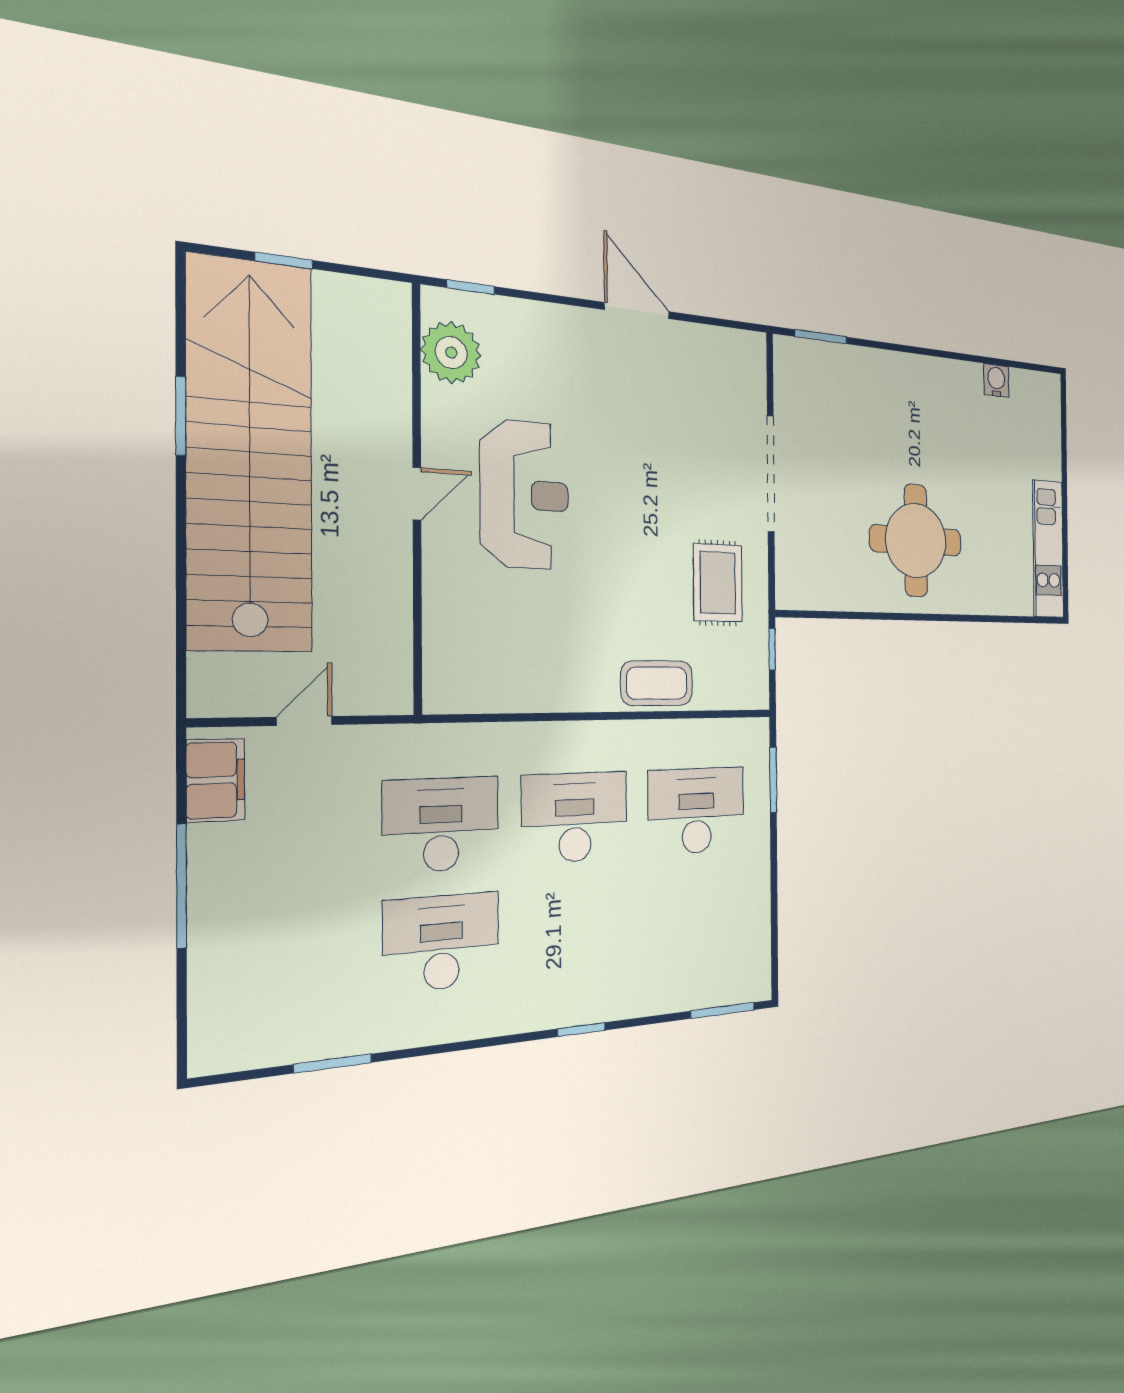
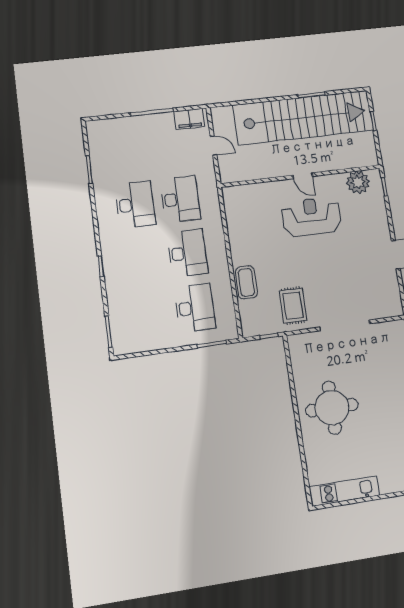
reception desk: (525, 495) -> (311, 217), turned 180
rug: (718, 583) -> (293, 306), turned 90

